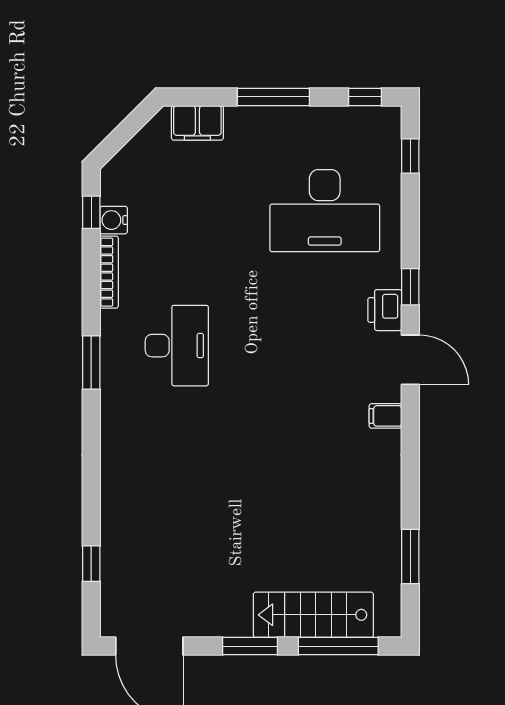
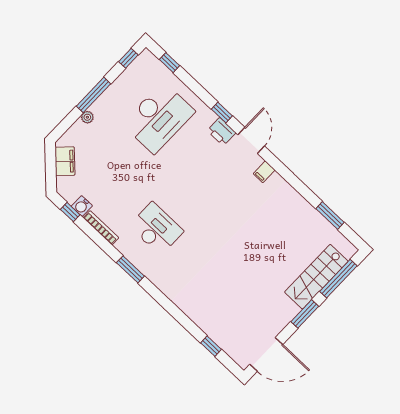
plant: (237, 117) -> (87, 117), added
filing cabinet: (197, 123) -> (65, 161), moved, turned -45
door: (410, 360) -> (251, 140), hinge flipped

